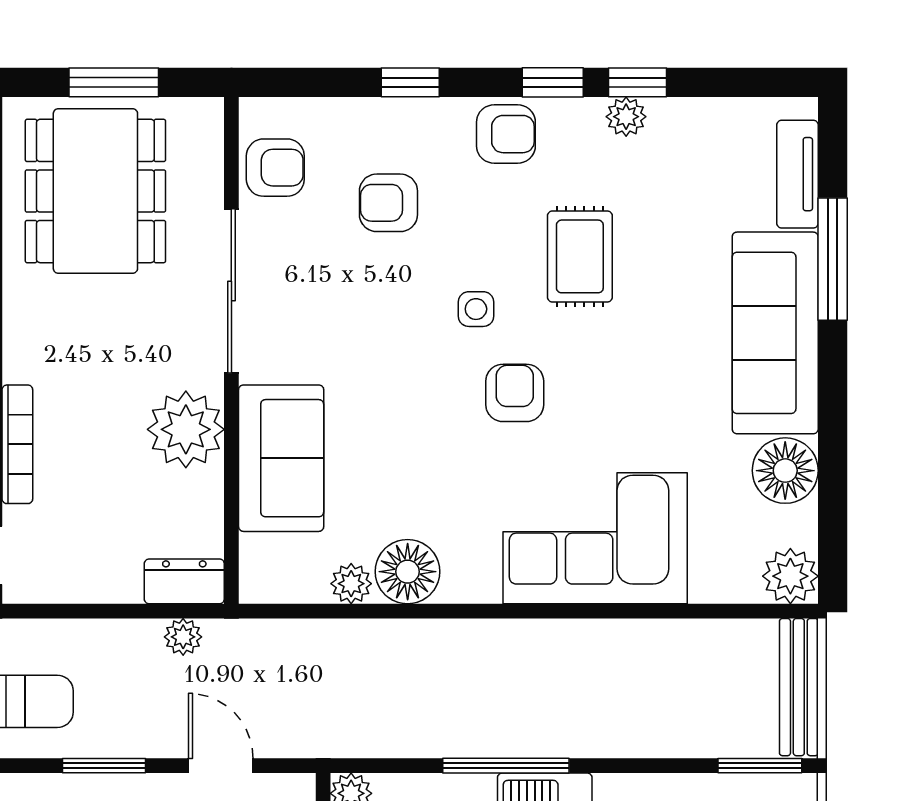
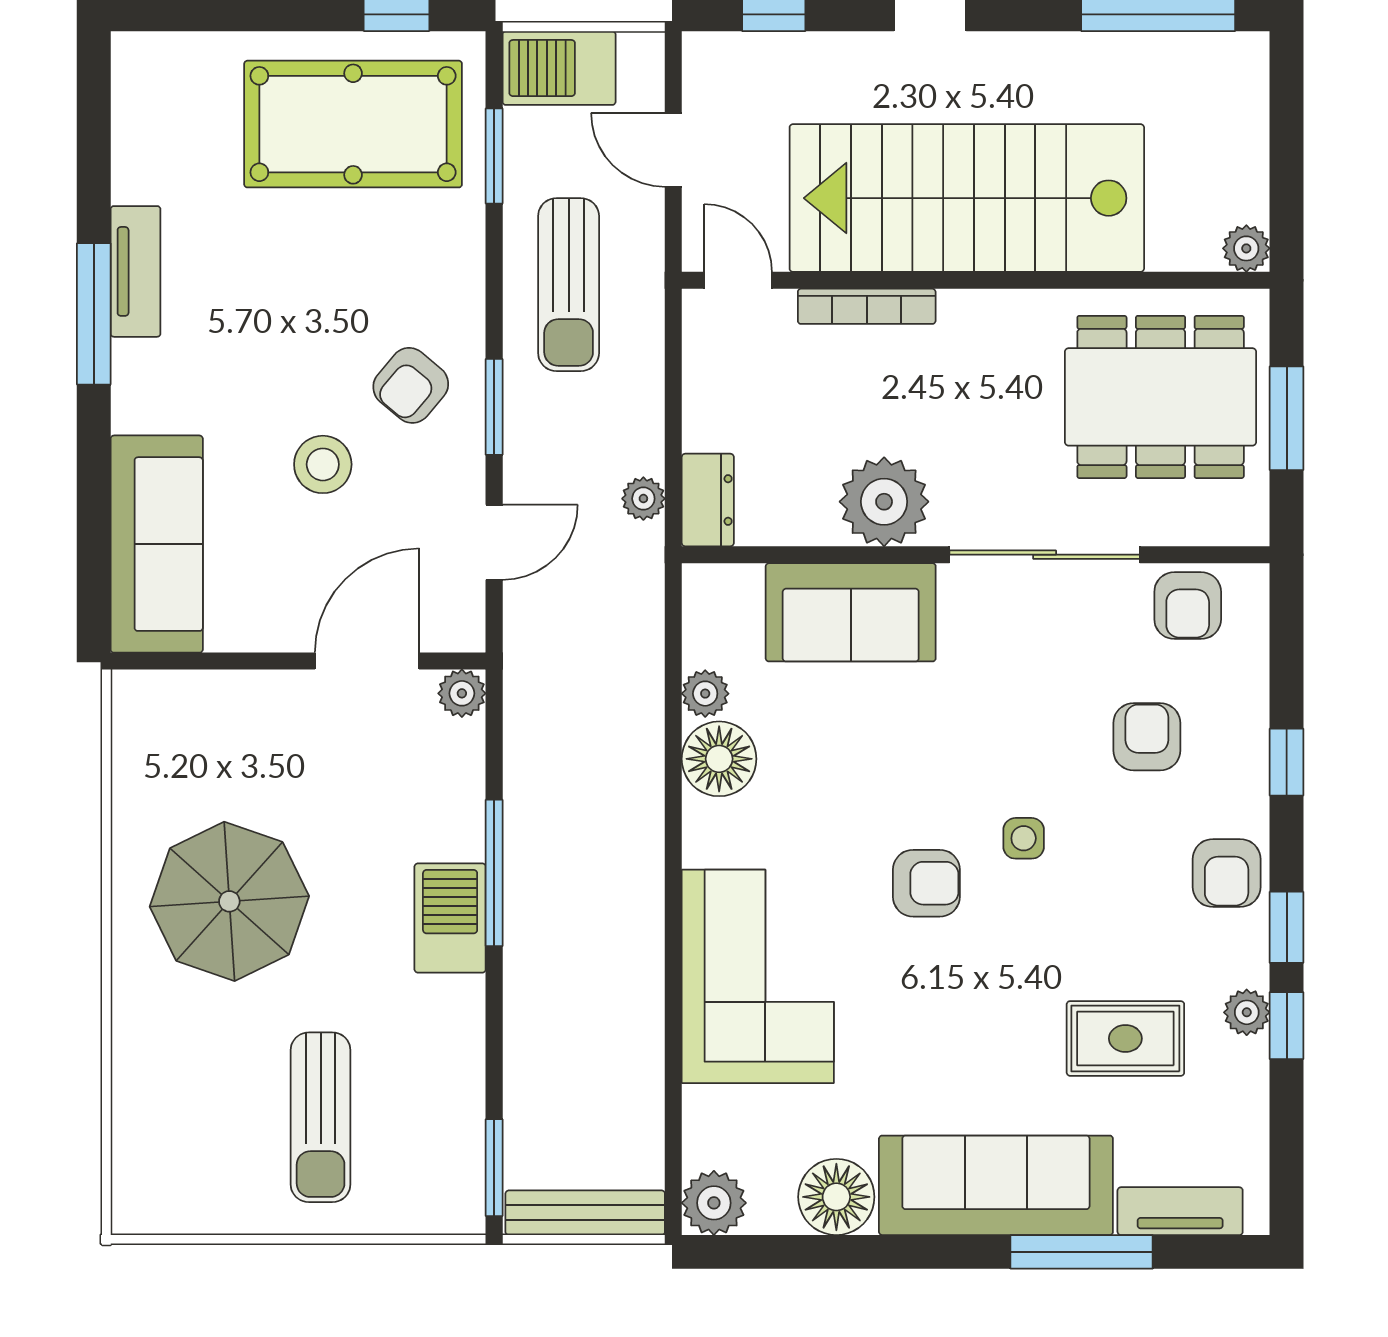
rug: (580, 256) -> (1125, 1038), moved

